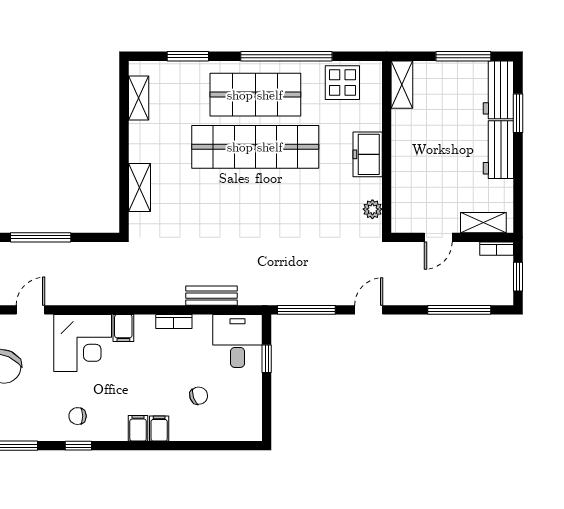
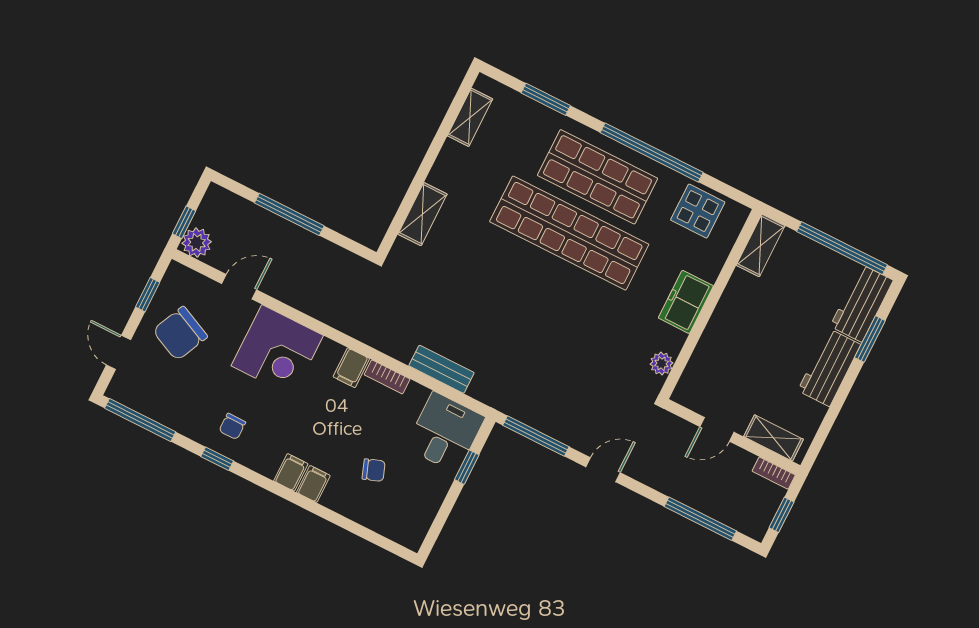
window: (463, 56) -> (842, 248), width x1.46
filing cabinet: (123, 328) -> (351, 368), moved
chair: (78, 416) -> (232, 426), turned -90

